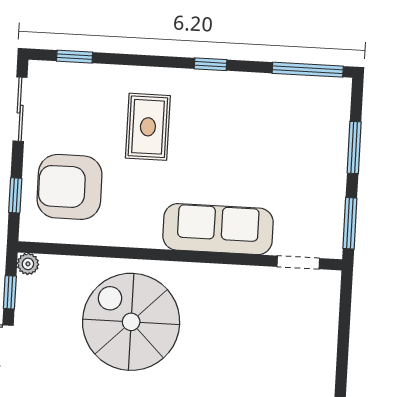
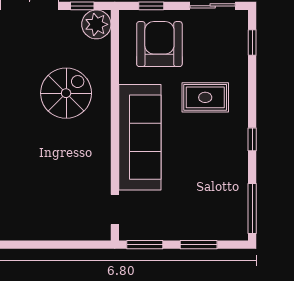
sofa: (218, 229) -> (140, 137), width x1.36, depth x1.27
plant: (28, 264) -> (96, 24), width x1.88, depth x1.88
spiral stairs: (131, 322) -> (66, 93), width x0.73, depth x0.73

